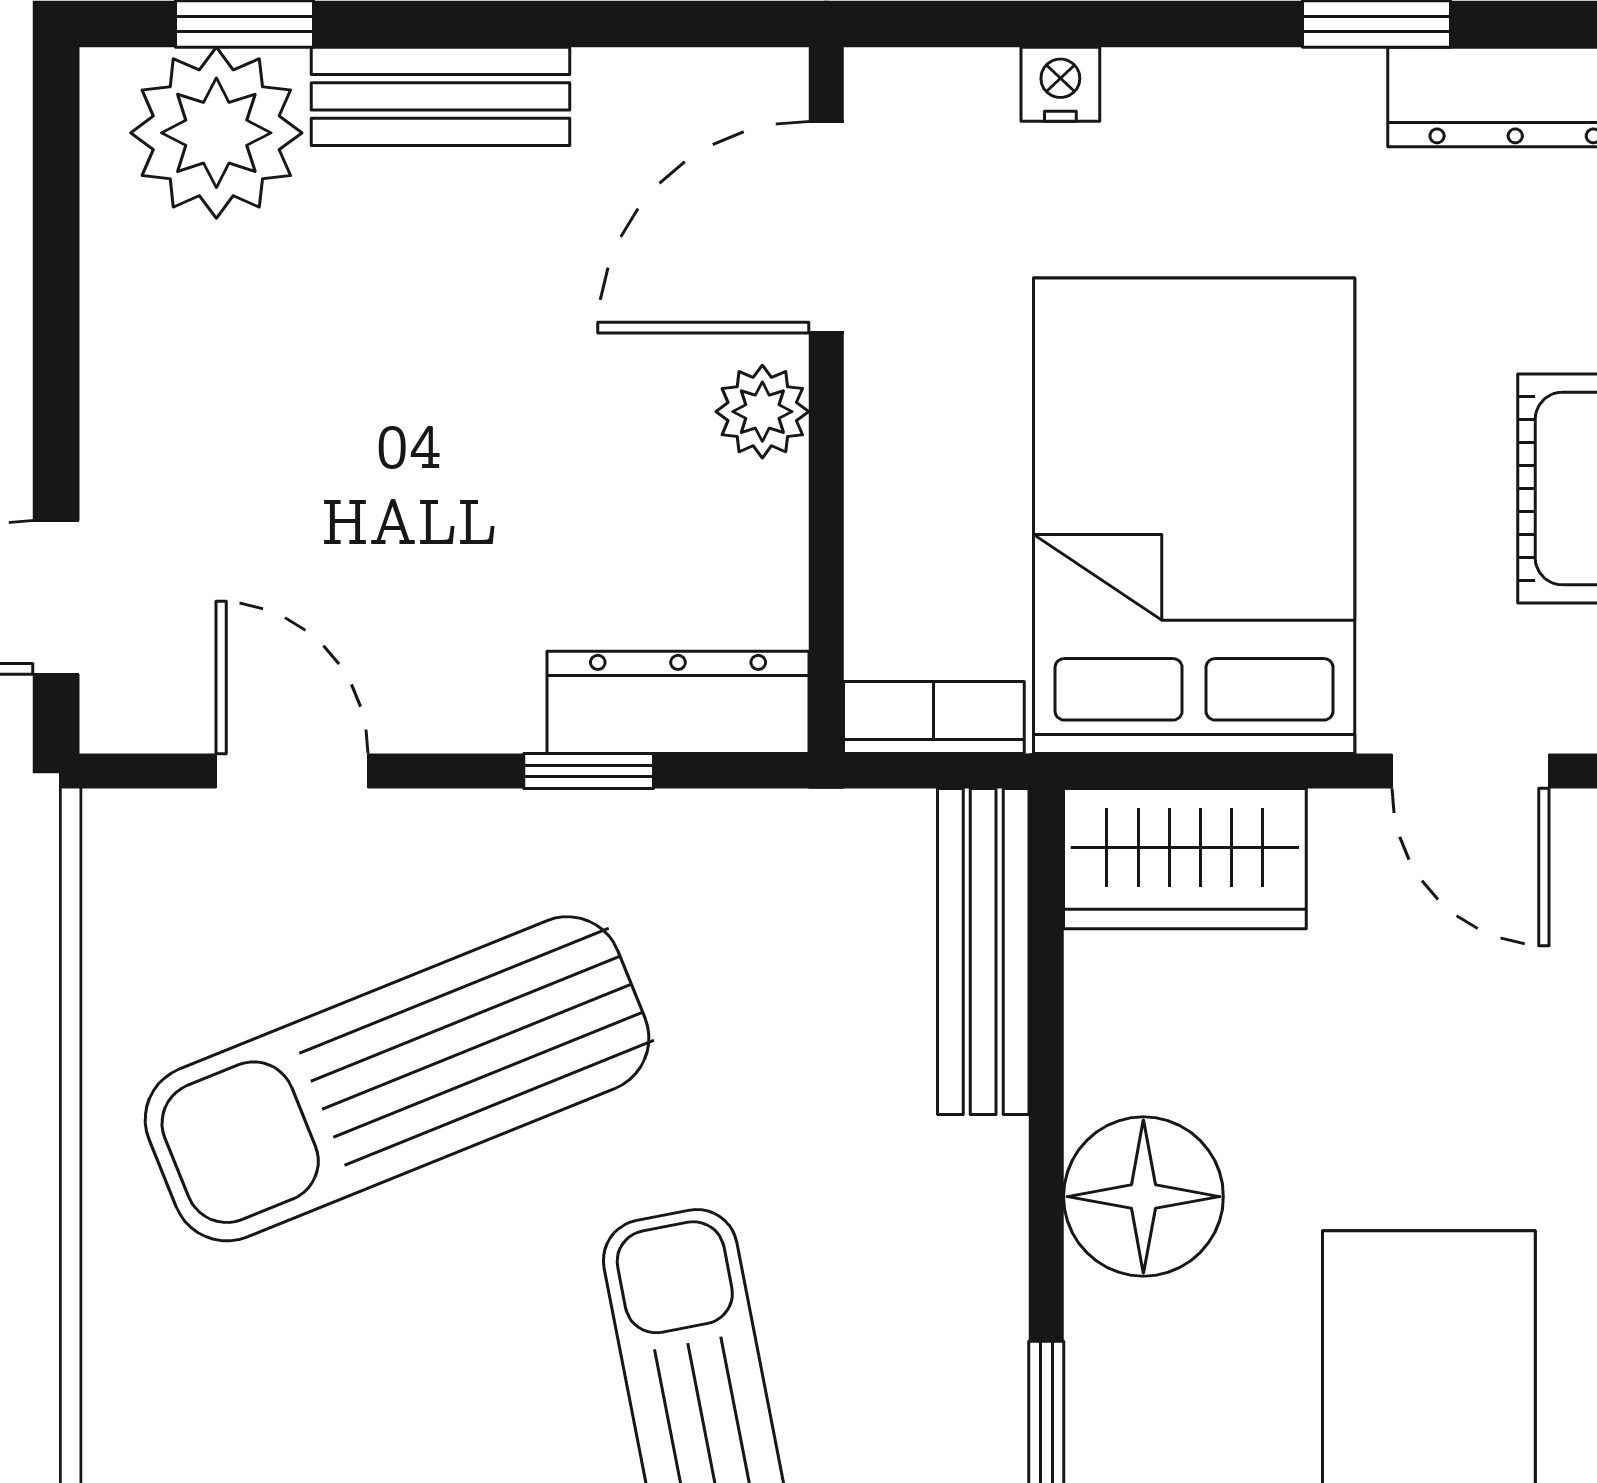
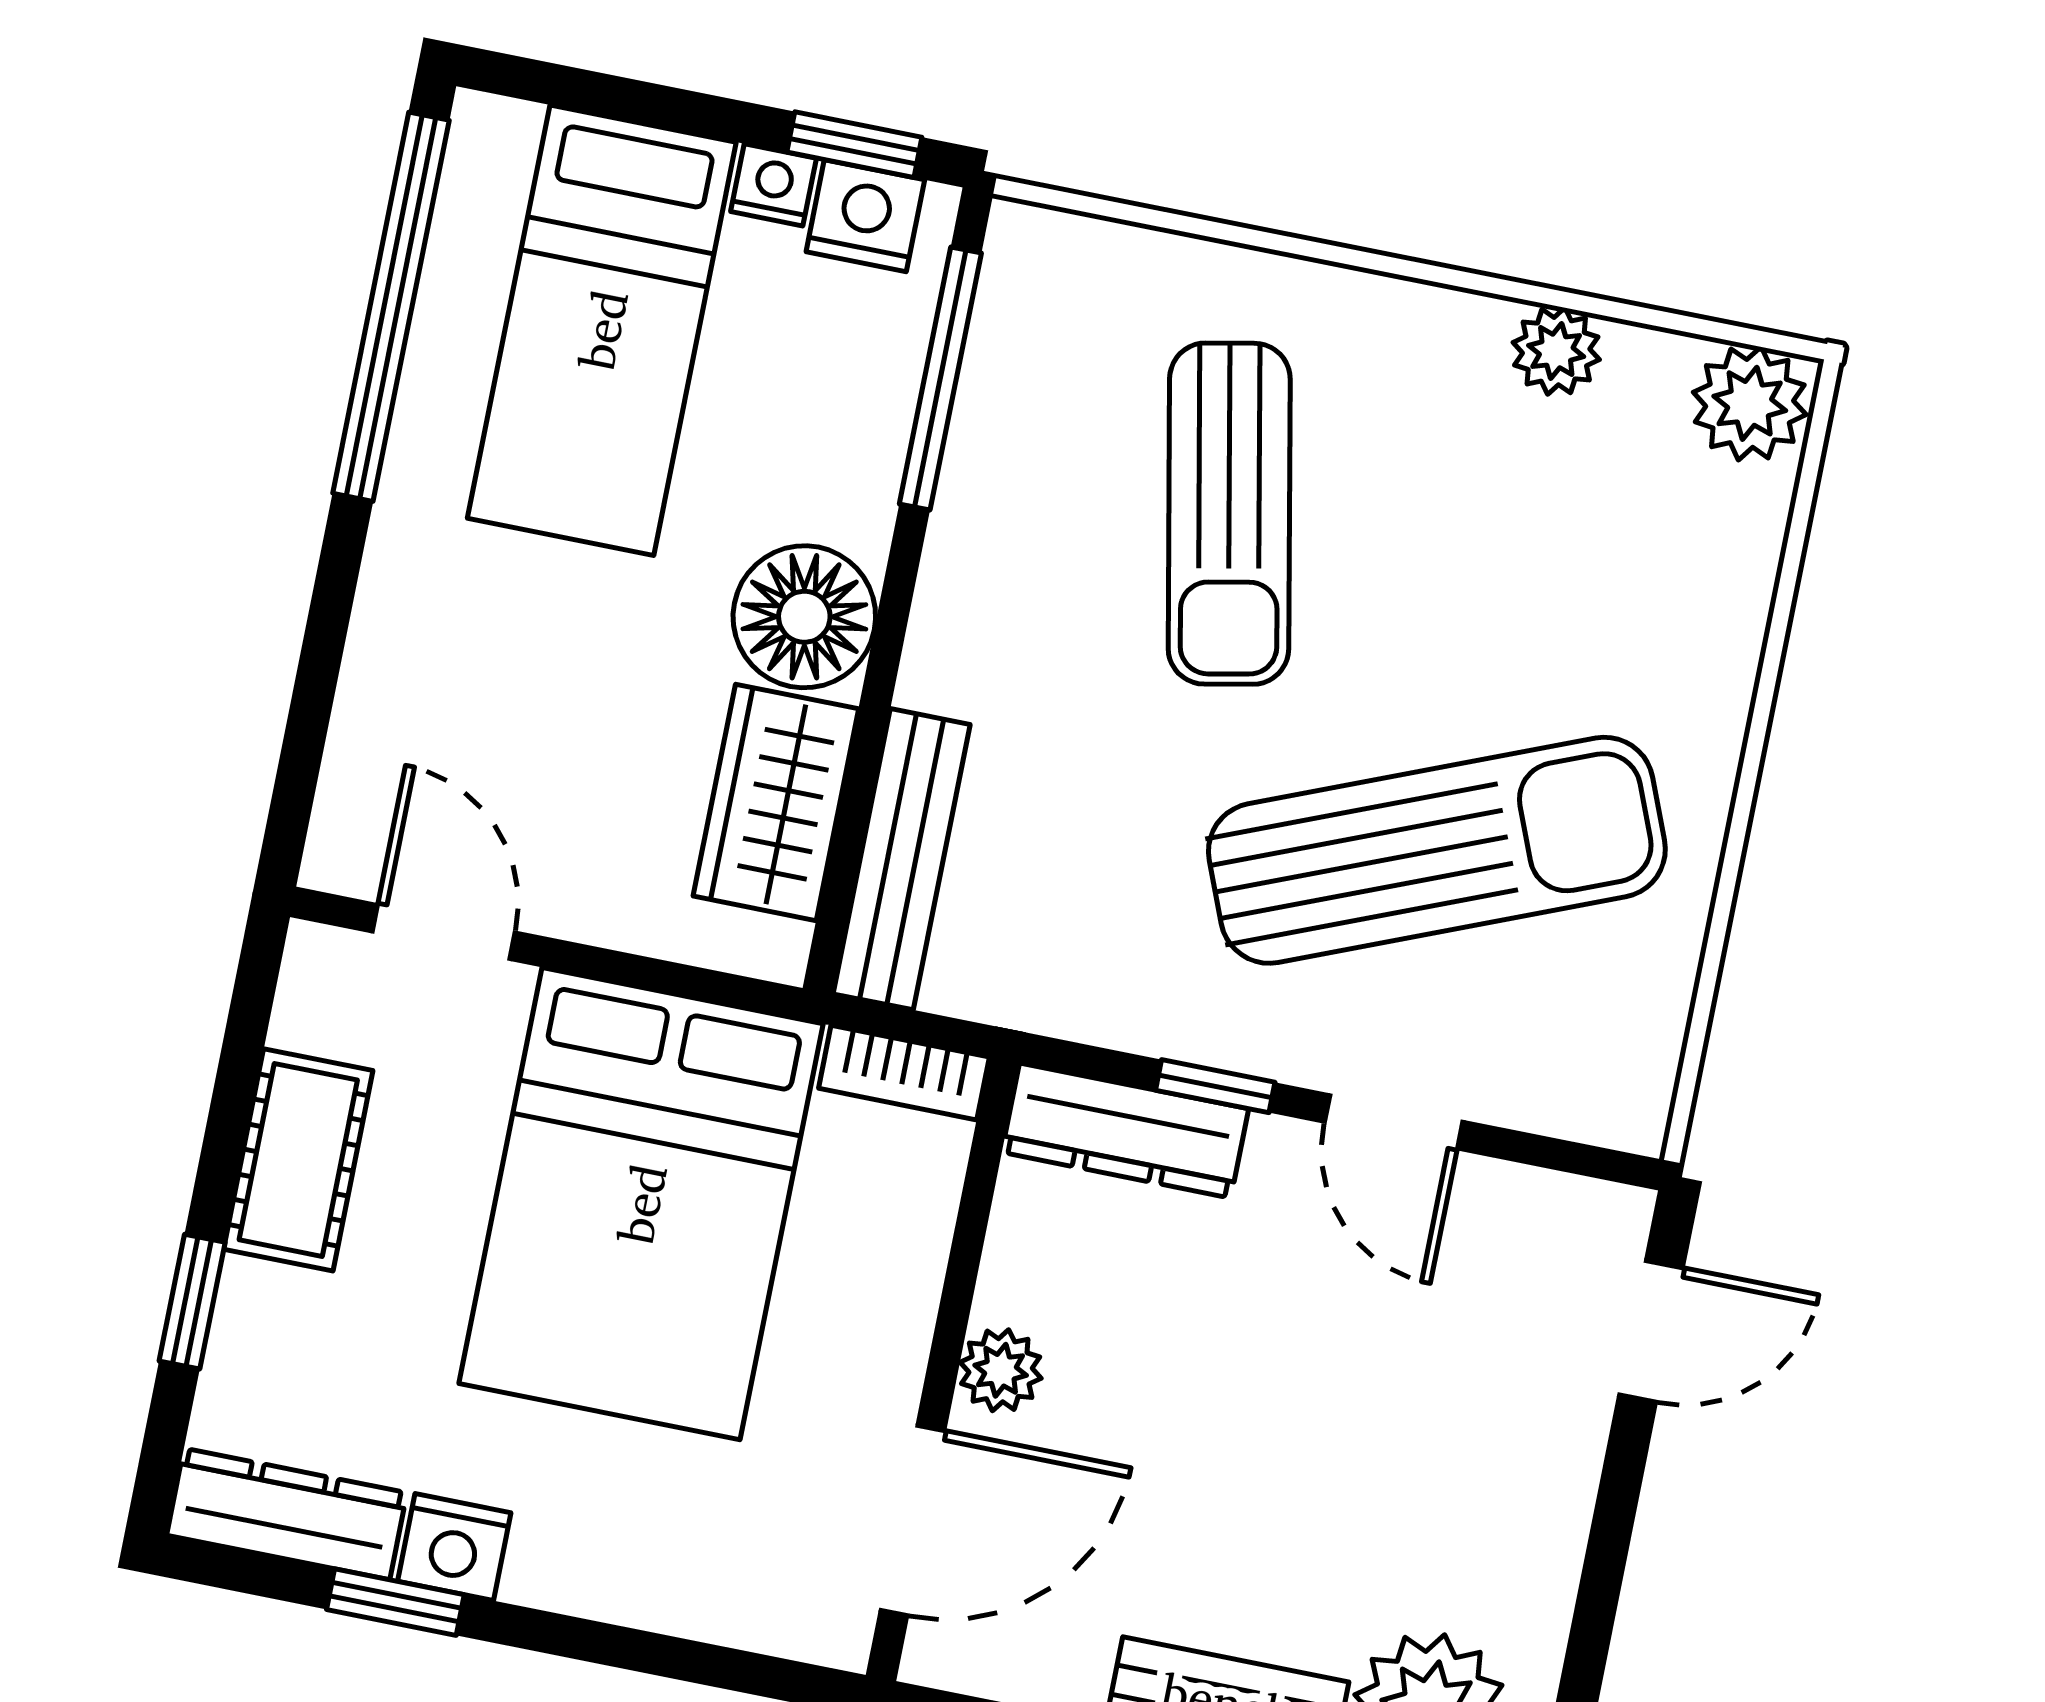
nightstand: (1060, 84) -> (454, 1547), moved, width x1.39, depth x1.35
door: (292, 771) -> (1394, 1122), moved
wardrobe: (1185, 859) -> (776, 802), moved, turned -90

